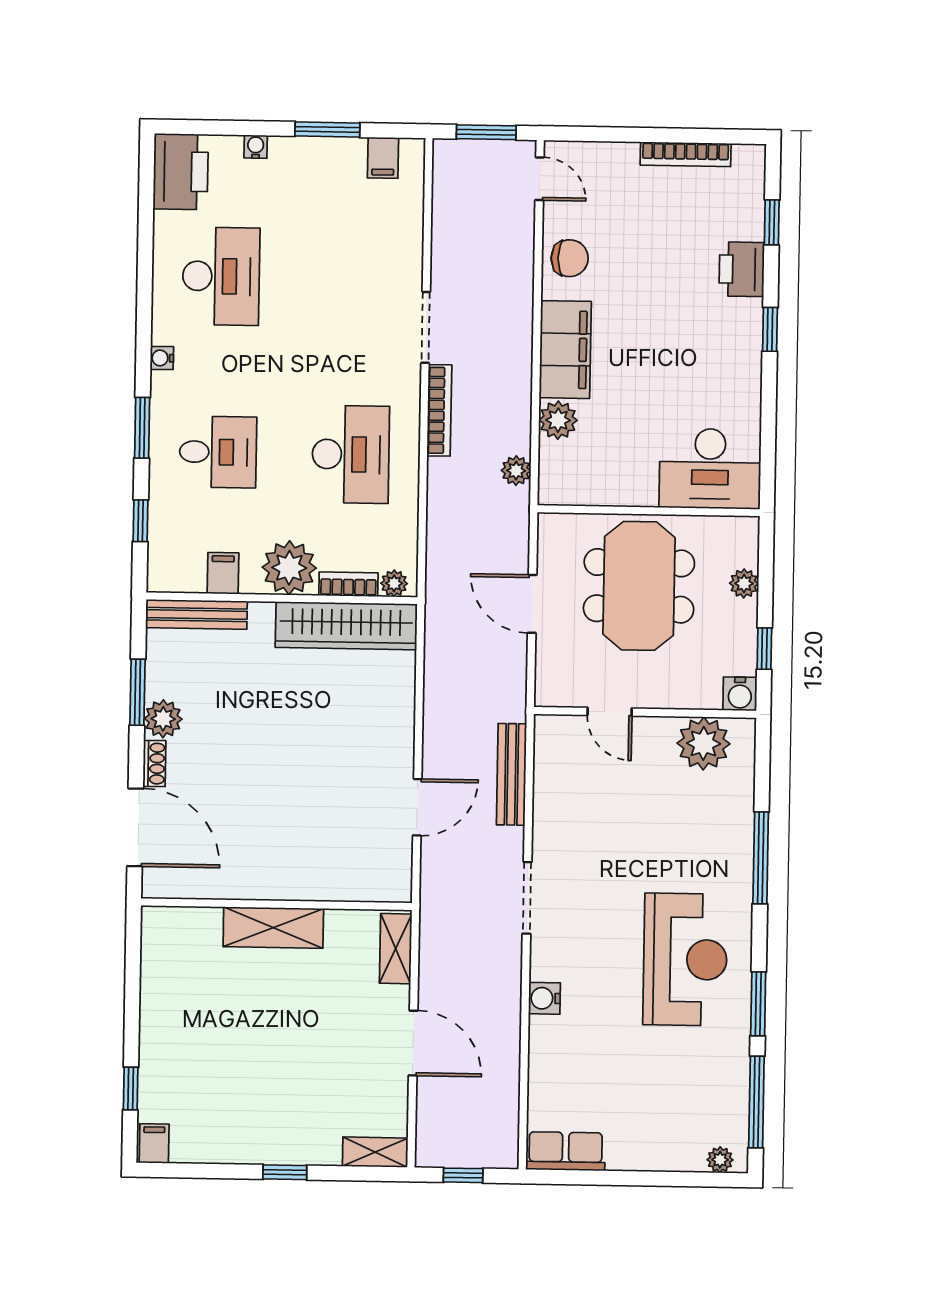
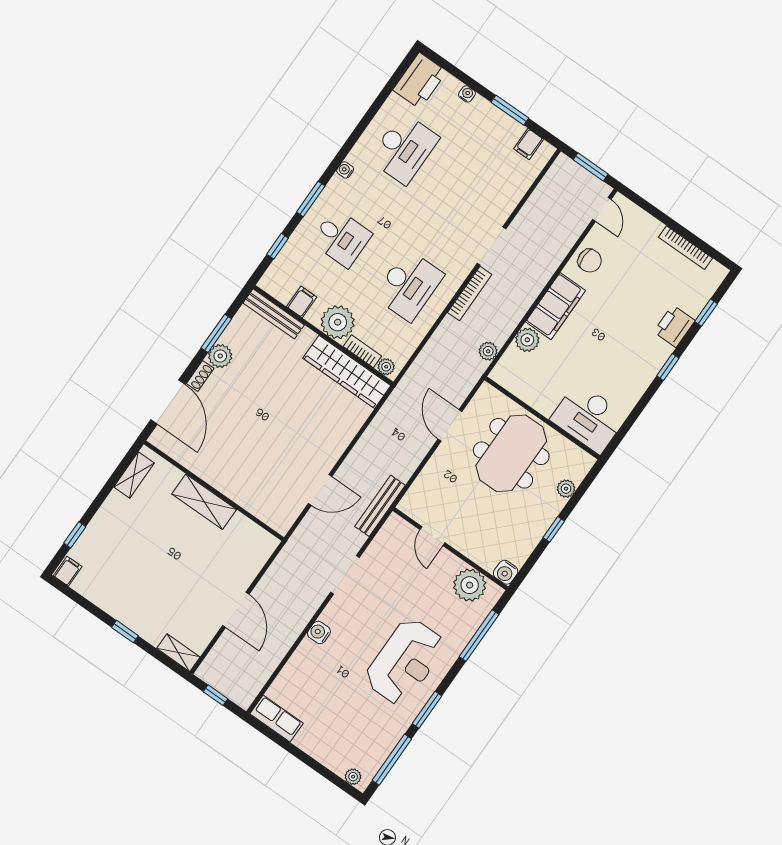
water cooler: (740, 694) -> (506, 572), moved
door: (610, 712) -> (432, 536), moved
wall: (645, 712) -> (450, 549), moved
plant: (704, 743) -> (470, 585), moved
shelving: (396, 949) -> (134, 475), moved

